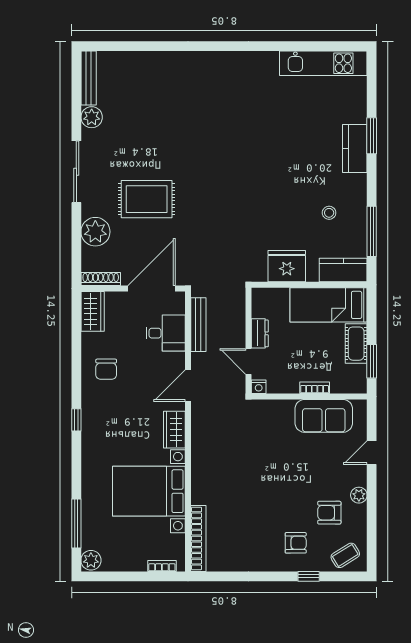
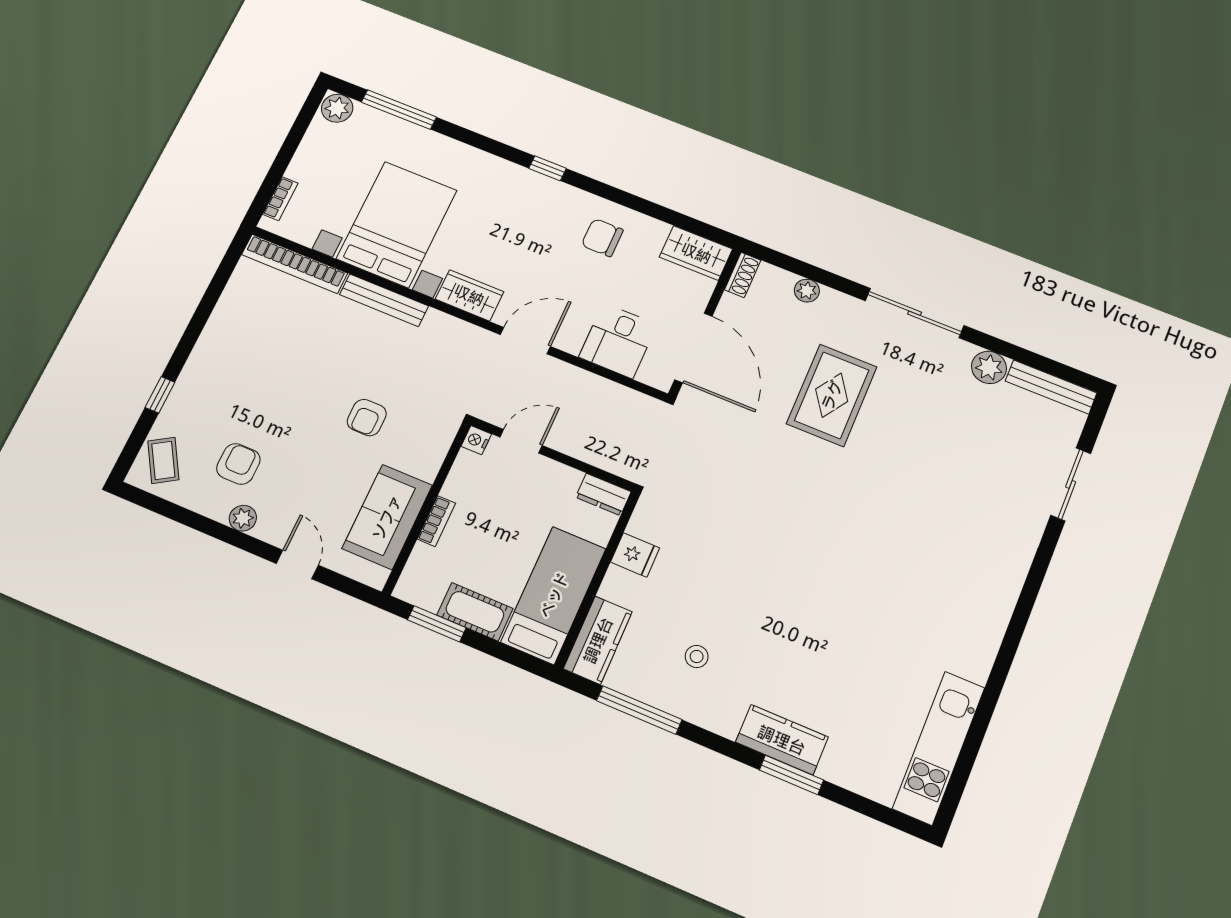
sliding door: (142, 46) -> (1071, 484), added
plant: (95, 232) -> (807, 291), width x0.53, depth x0.53
fridge: (287, 266) -> (635, 555), width x0.53, depth x0.75
shoe rack: (101, 279) -> (743, 275), width x0.70
bench: (198, 325) -> (384, 300), moved
dresser: (260, 333) -> (603, 494), moved
door: (188, 386) -> (525, 340), hinge flipped
armchair: (296, 543) -> (367, 418), moved

